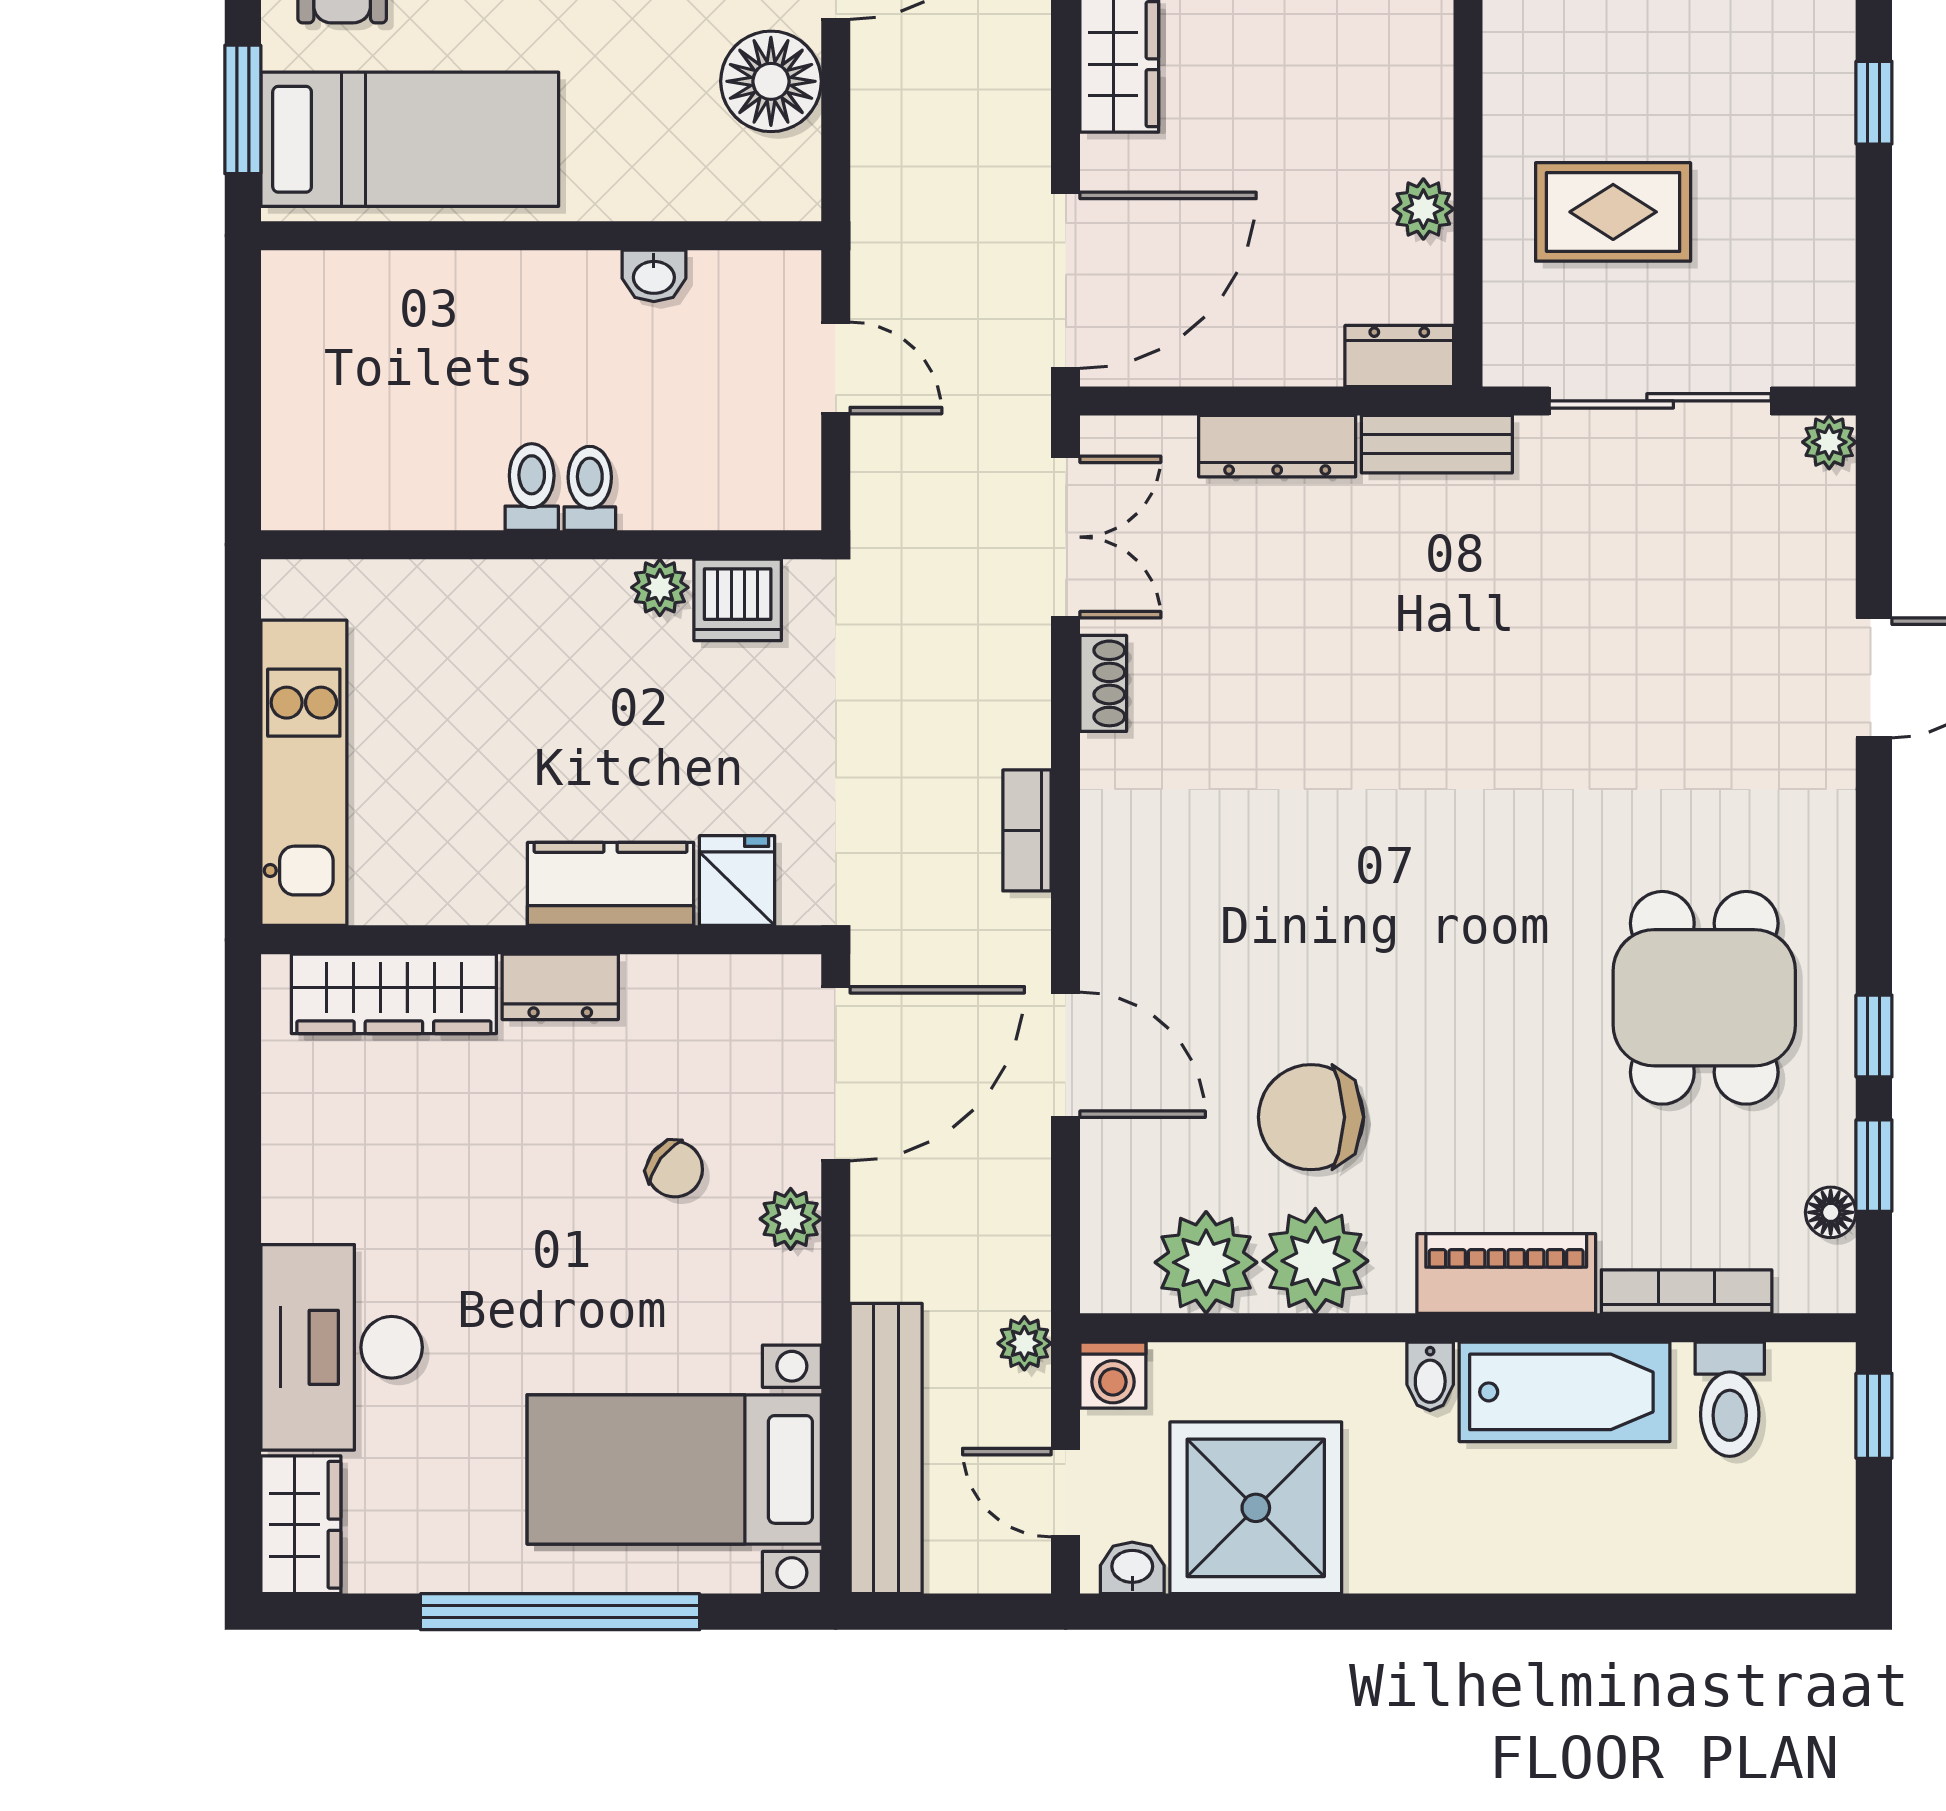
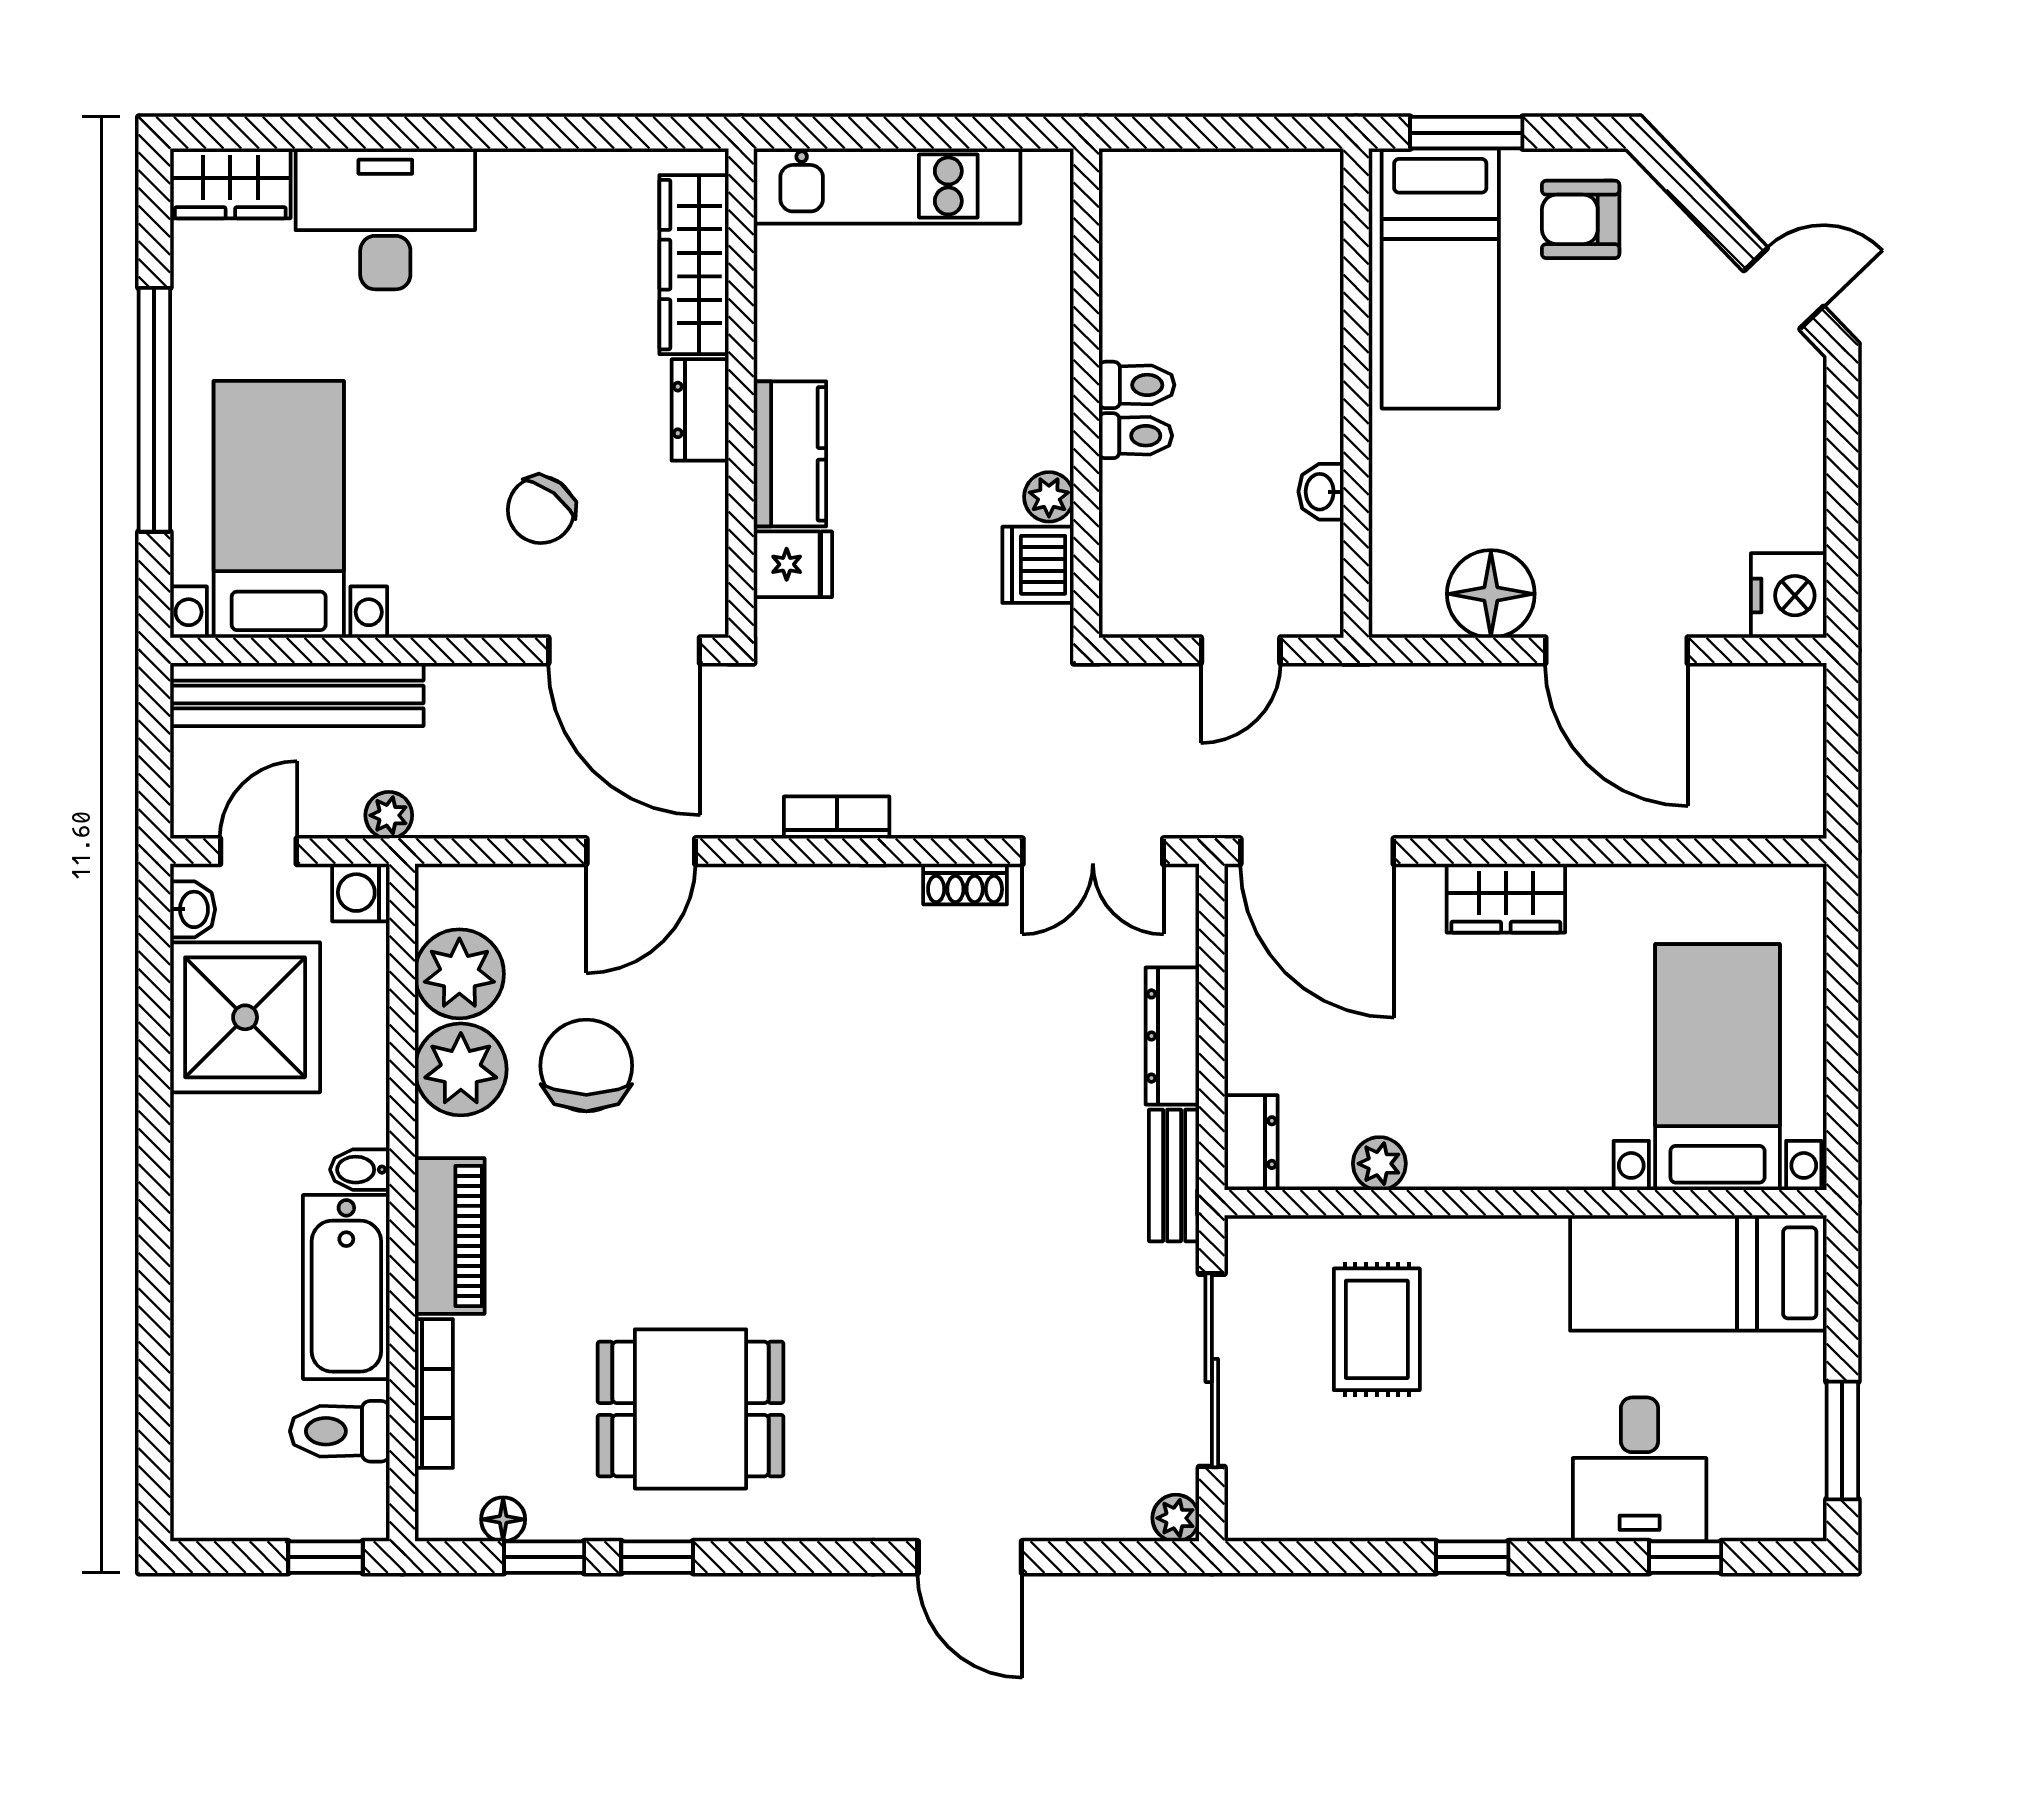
chair: (675, 1169) -> (541, 510), width x1.37, depth x1.37
plant: (791, 1219) -> (497, 611), removed

